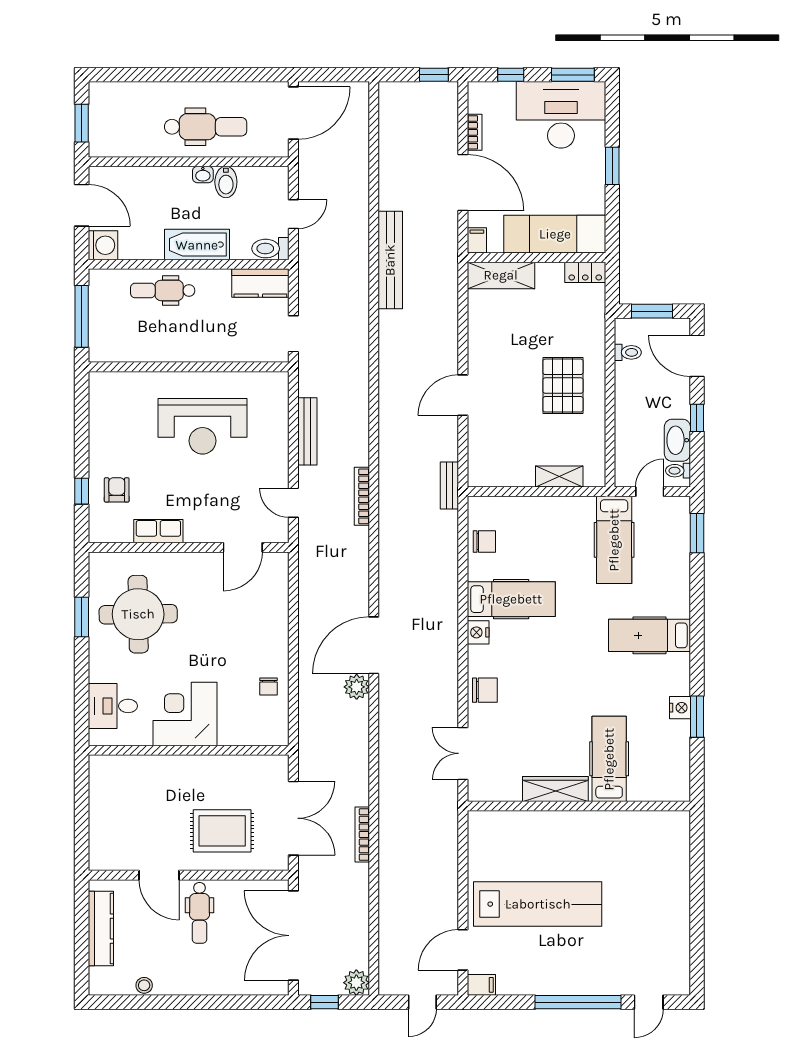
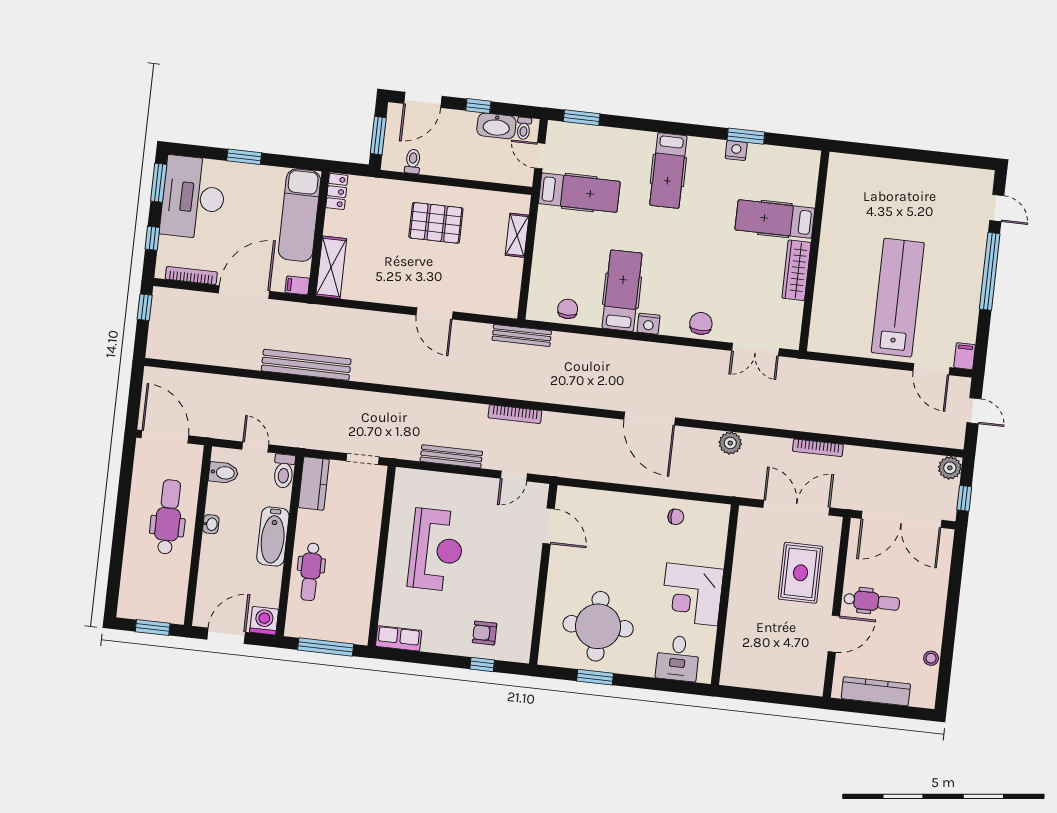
bookcase: (475, 132) -> (191, 276), width x1.56
bidet: (226, 182) -> (223, 473), moved
bench: (449, 485) -> (522, 335), width x1.36
row of seats: (158, 531) -> (399, 638), moved, turned 90
plant: (357, 687) -> (730, 443), moved

